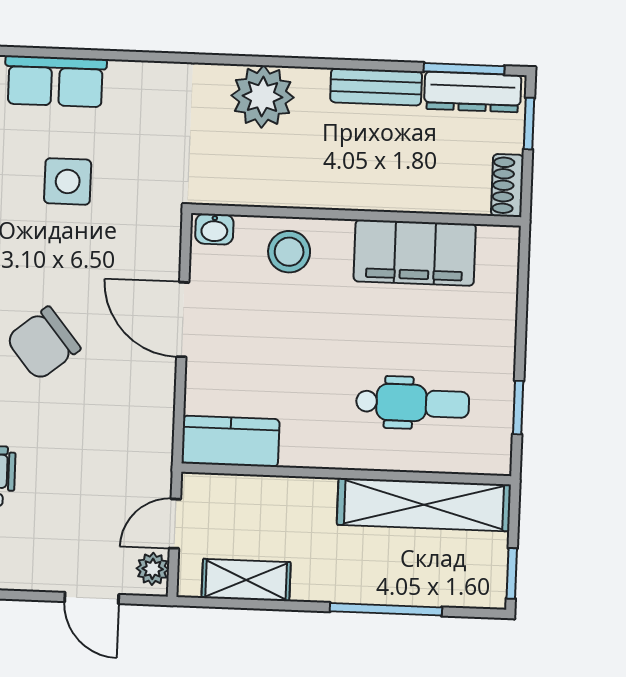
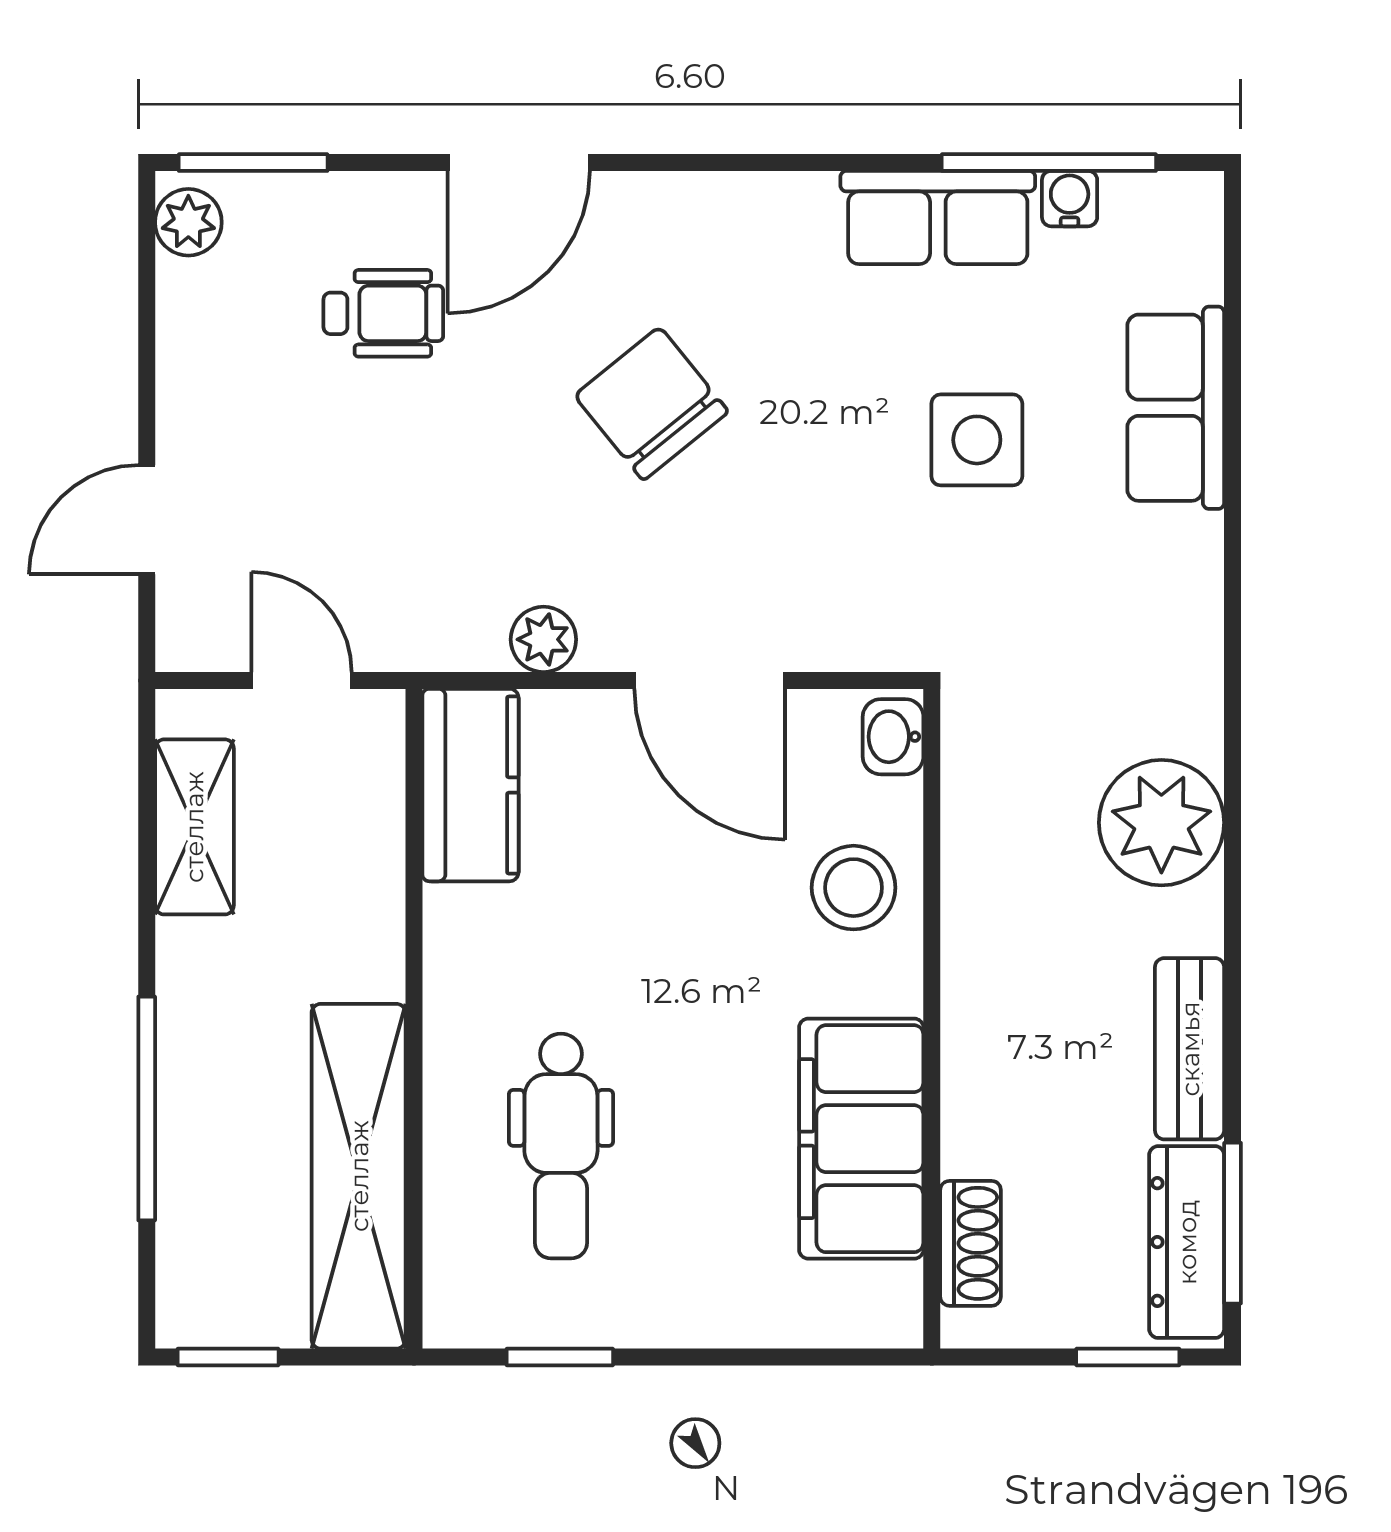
shoe rack: (507, 185) -> (971, 1243), moved, turned 90
door: (183, 320) -> (710, 680), swing flipped
plant: (153, 569) -> (543, 639), moved

